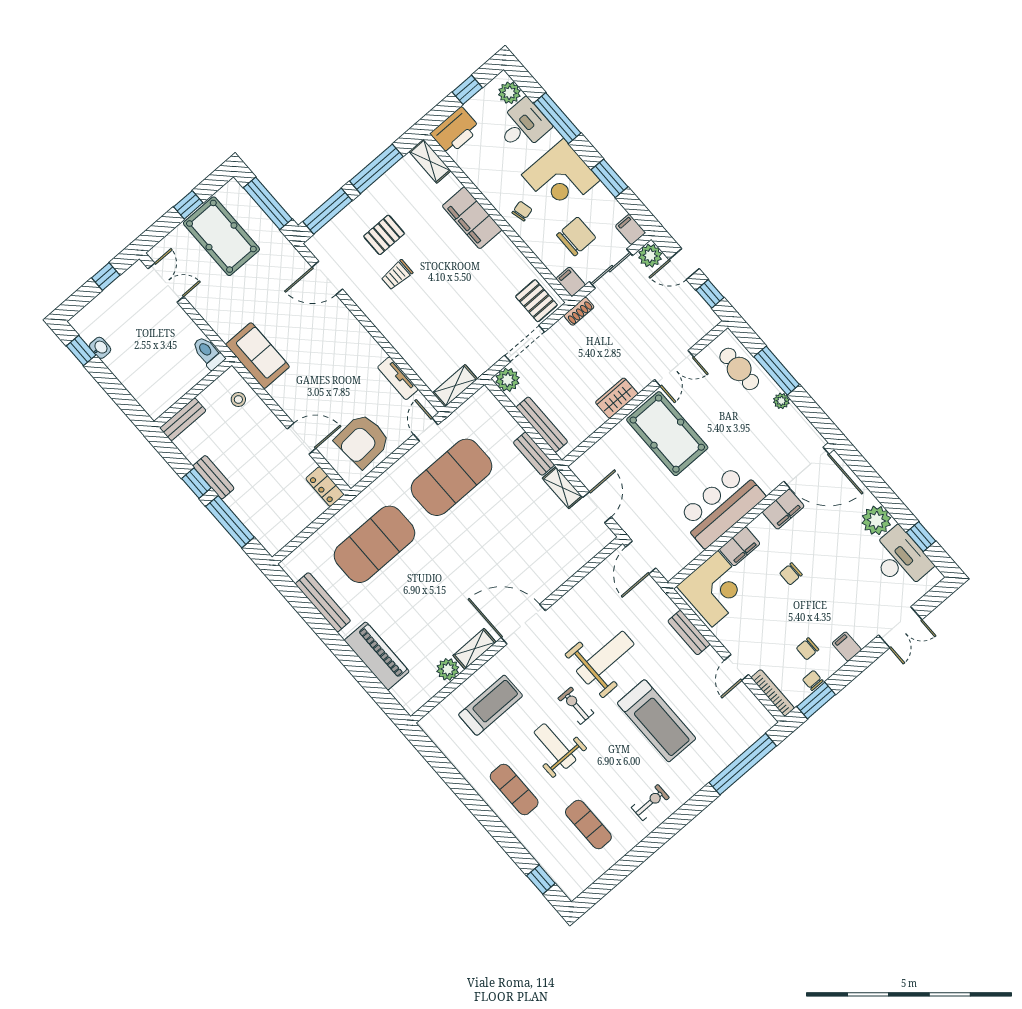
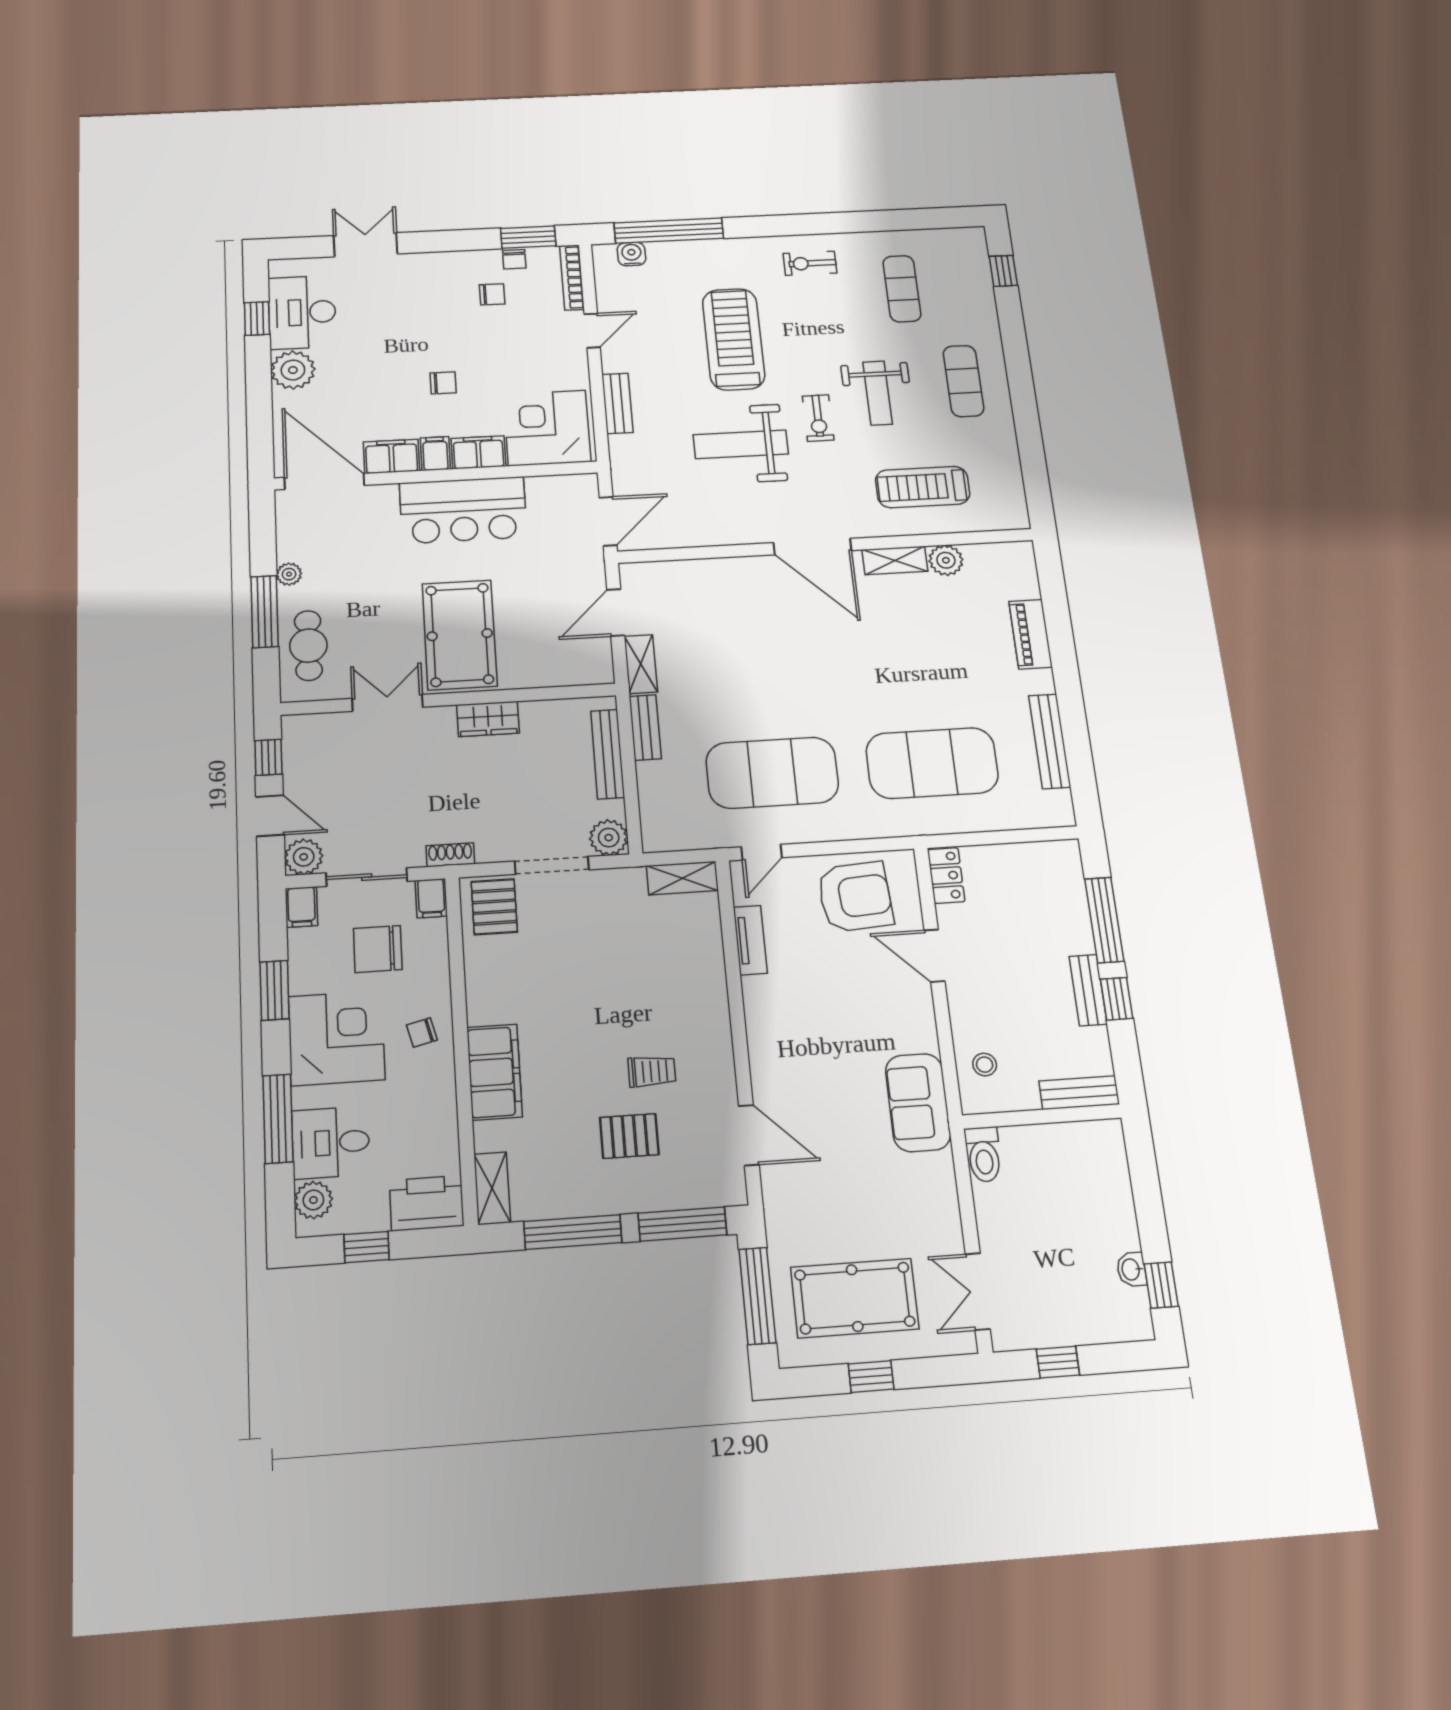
pool table: (221, 236) -> (855, 1298), turned 90
filing cabinet: (847, 647) -> (435, 454), moved, turned 180
piano: (377, 656) -> (1031, 634), width x0.73, depth x0.75
water cooler: (752, 733) -> (632, 254), added

